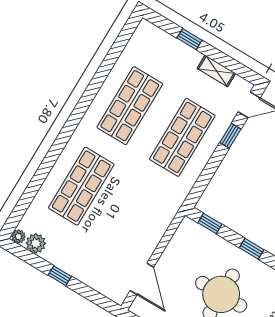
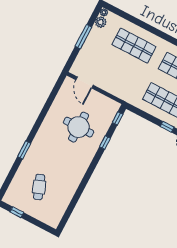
window: (60, 276) -> (83, 37), width x2.17
door: (142, 279) -> (85, 82), hinge flipped

